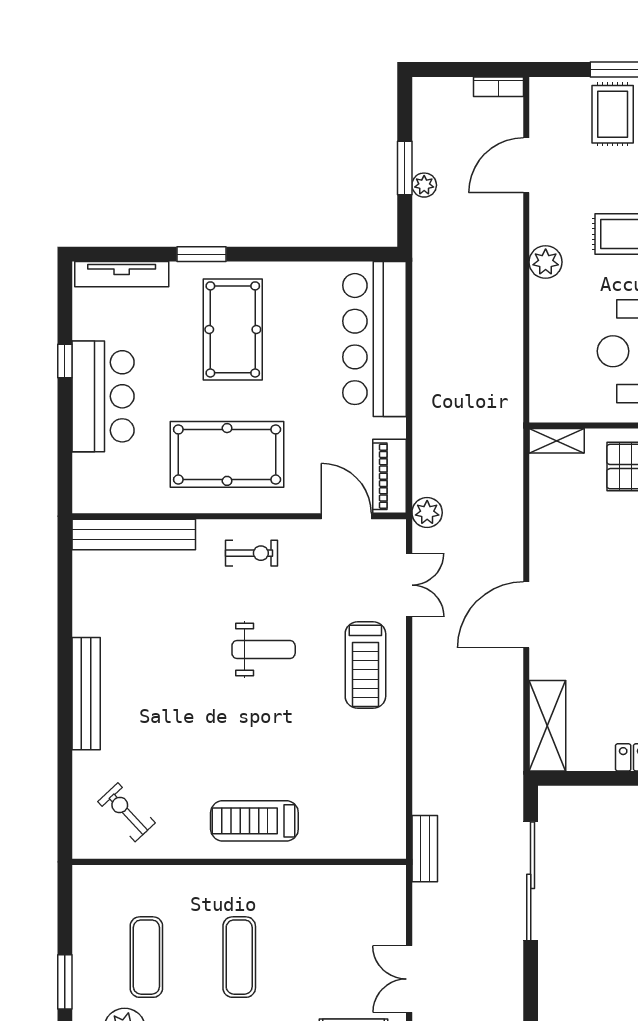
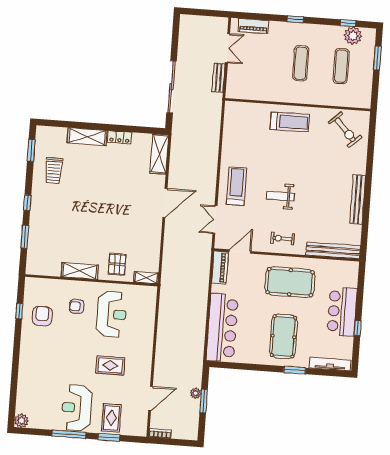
plant: (546, 262) -> (145, 356), removed
plant: (427, 513) -> (205, 251), removed
door: (346, 516) -> (240, 252), swing flipped
bench: (86, 694) -> (358, 199), moved
exercise bike: (127, 812) -> (345, 130), width x1.38, depth x1.39
bench: (425, 849) -> (219, 78), moved

